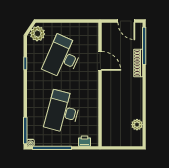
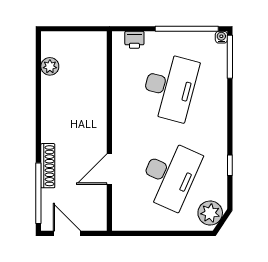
door: (100, 61) -> (109, 169), hinge flipped

